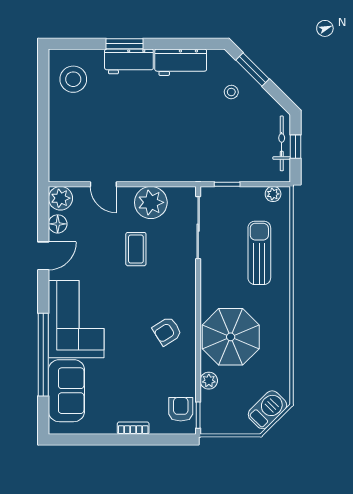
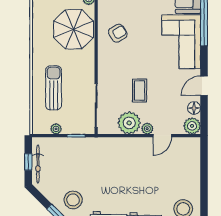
stool: (231, 92) -> (73, 200), width x1.89, depth x1.89
door: (103, 184) -> (162, 136), swing flipped
plant: (125, 194) -> (147, 129), added
plant: (273, 194) -> (56, 129), moved
sun lounger: (259, 253) -> (54, 88), turned 180

